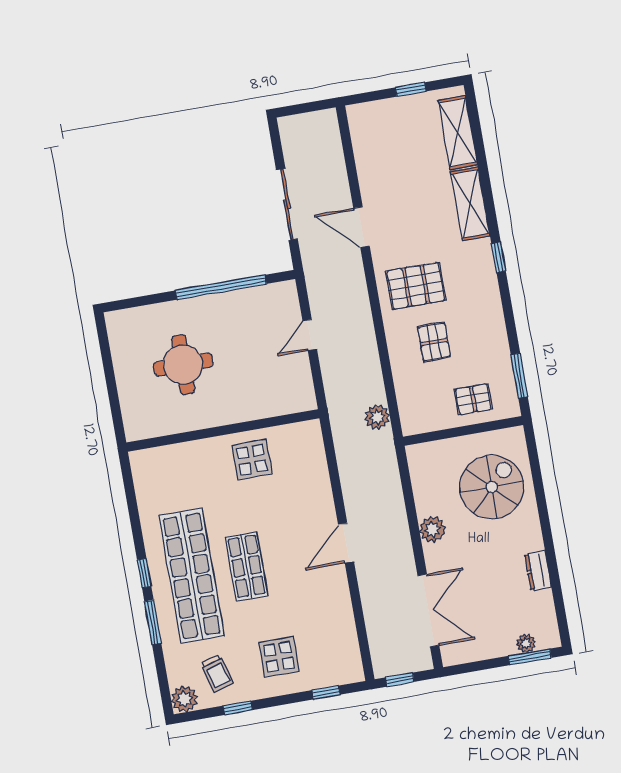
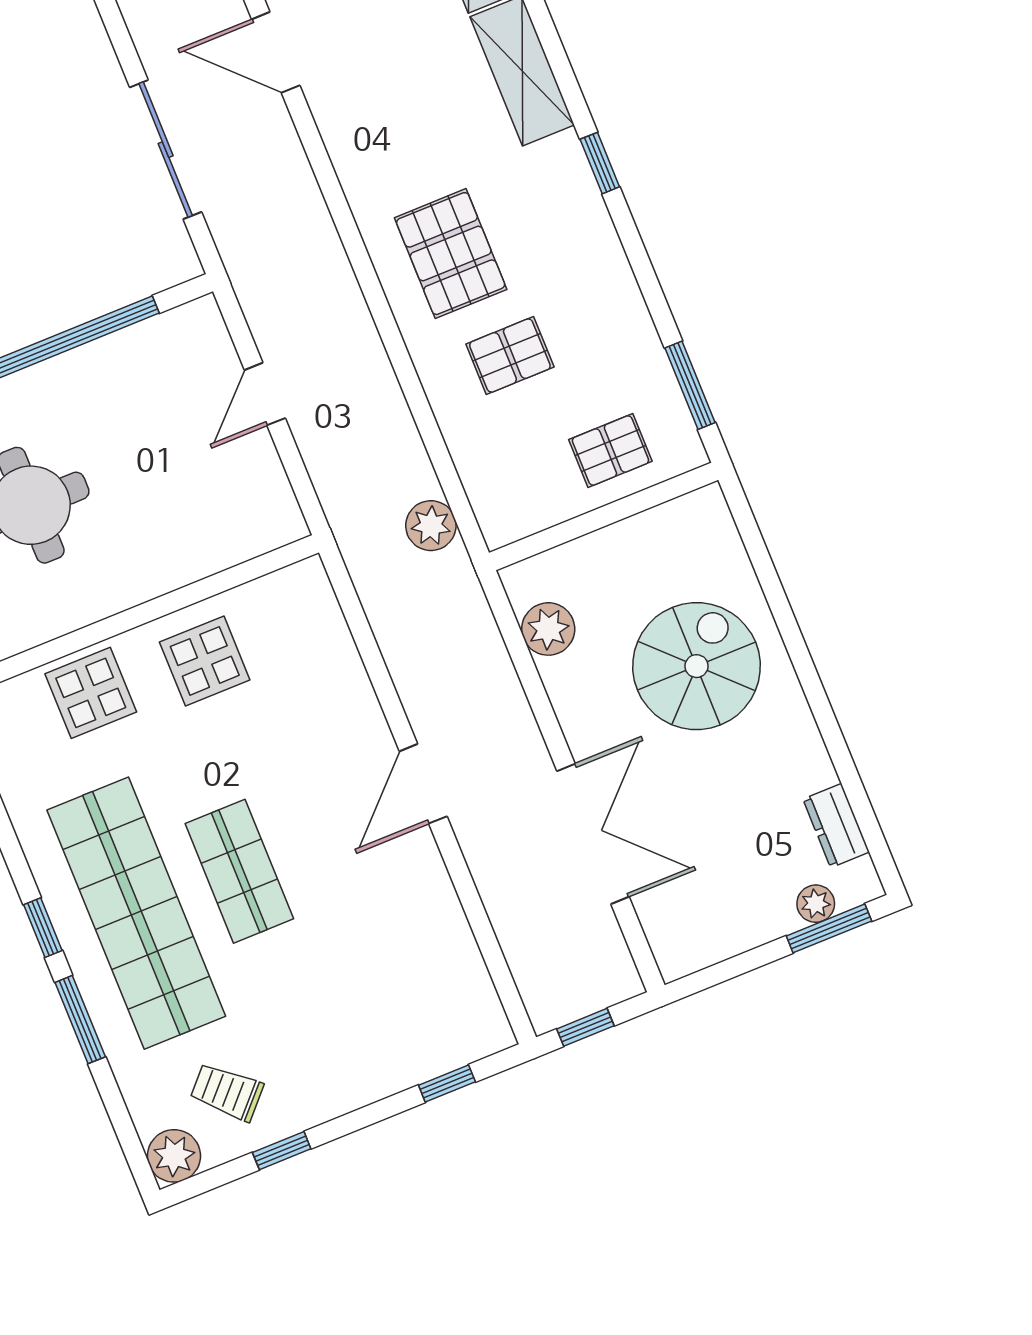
door: (362, 227) -> (276, 52), moved
pallet: (416, 286) -> (451, 254), turned 90
pallet: (434, 342) -> (510, 356), turned 90
spiral stairs: (492, 487) -> (697, 666), moved
plant: (432, 529) -> (548, 629), moved
dresser: (538, 571) -> (836, 826), moved
double door: (428, 610) -> (593, 834), moved
display table: (279, 657) -> (91, 693), moved
trolley: (217, 673) -> (227, 1092), turned 149

